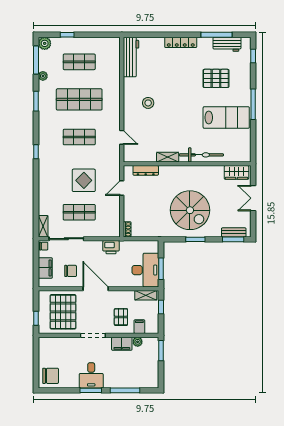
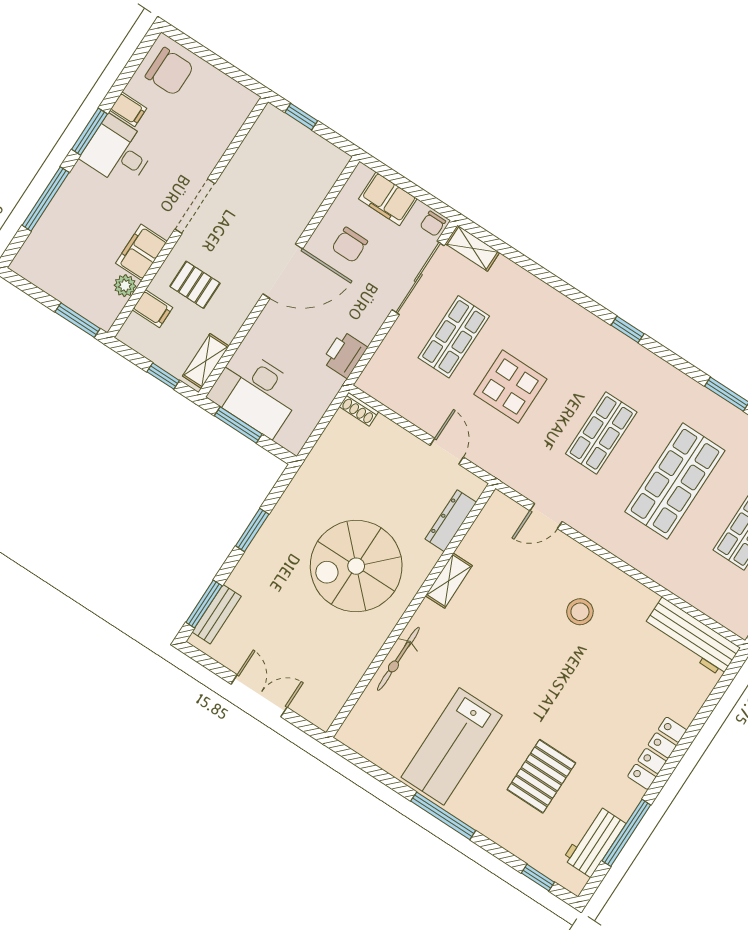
bicycle: (201, 155) -> (398, 659), width x0.73, depth x0.71
wardrobe: (236, 172) -> (331, 696), removed
spiral stairs: (190, 210) -> (356, 566), moved
pallet: (63, 312) -> (279, 178), removed
chair: (51, 376) -> (170, 72), turned -90
filing cabinet: (74, 382) -> (128, 109), added

